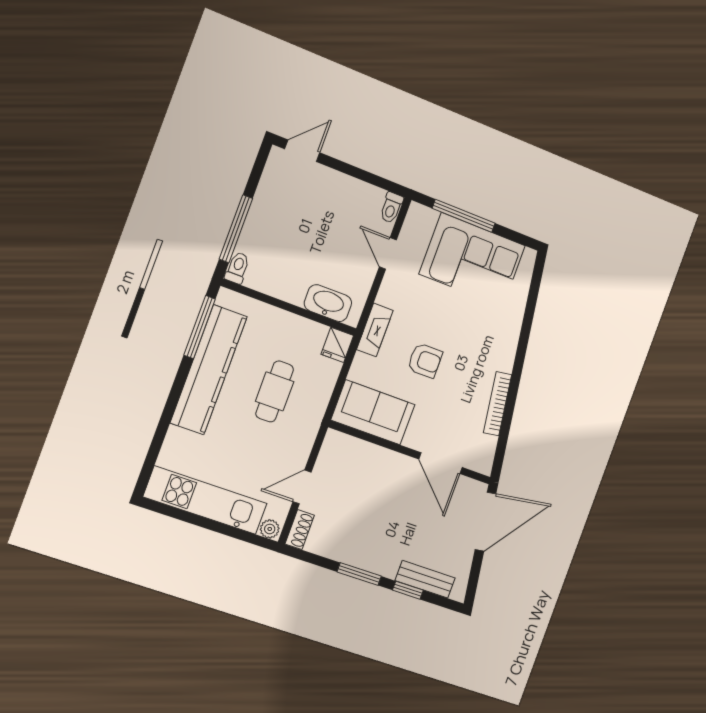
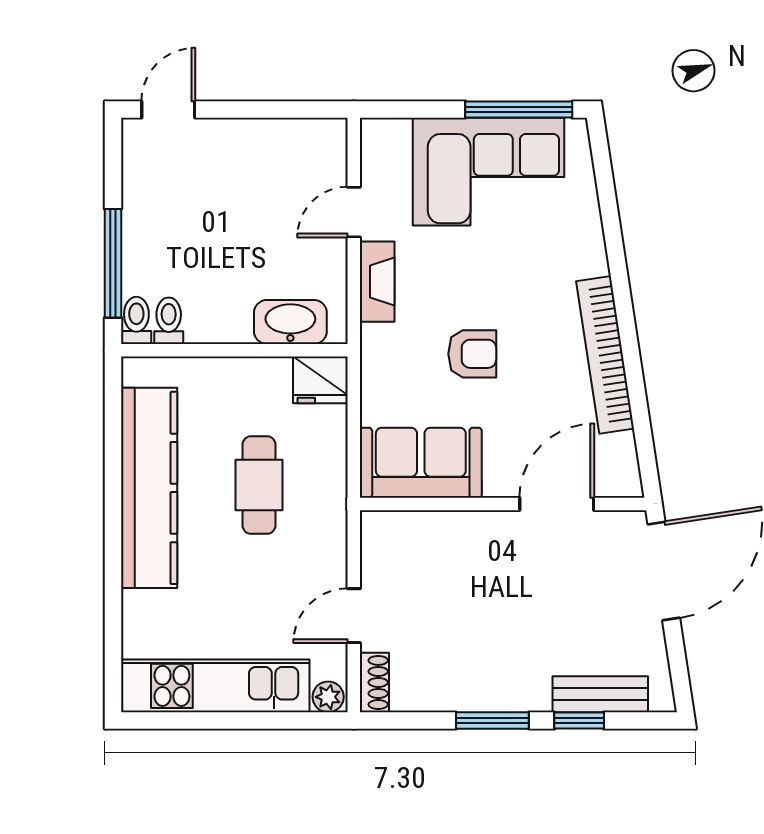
toilet: (391, 208) -> (169, 321), moved, turned 180
window: (464, 216) -> (519, 110), moved
door: (388, 253) -> (354, 212), hinge flipped
window: (200, 327) -> (113, 429), removed
fireplace: (375, 330) -> (377, 282), moved
fridge: (337, 345) -> (320, 380), width x1.38
bookcase: (498, 404) -> (605, 355), width x1.48, depth x1.31
door: (441, 463) -> (557, 504), swing flipped

